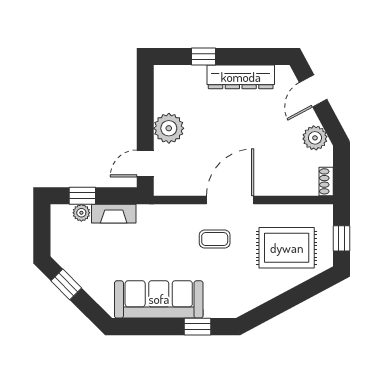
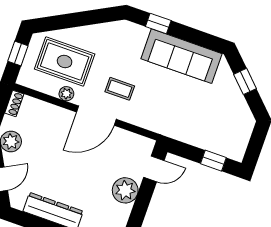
plant: (81, 213) -> (66, 94), moved
fireplace: (114, 214) -> (193, 138), removed
window: (66, 284) -> (245, 81), moved

